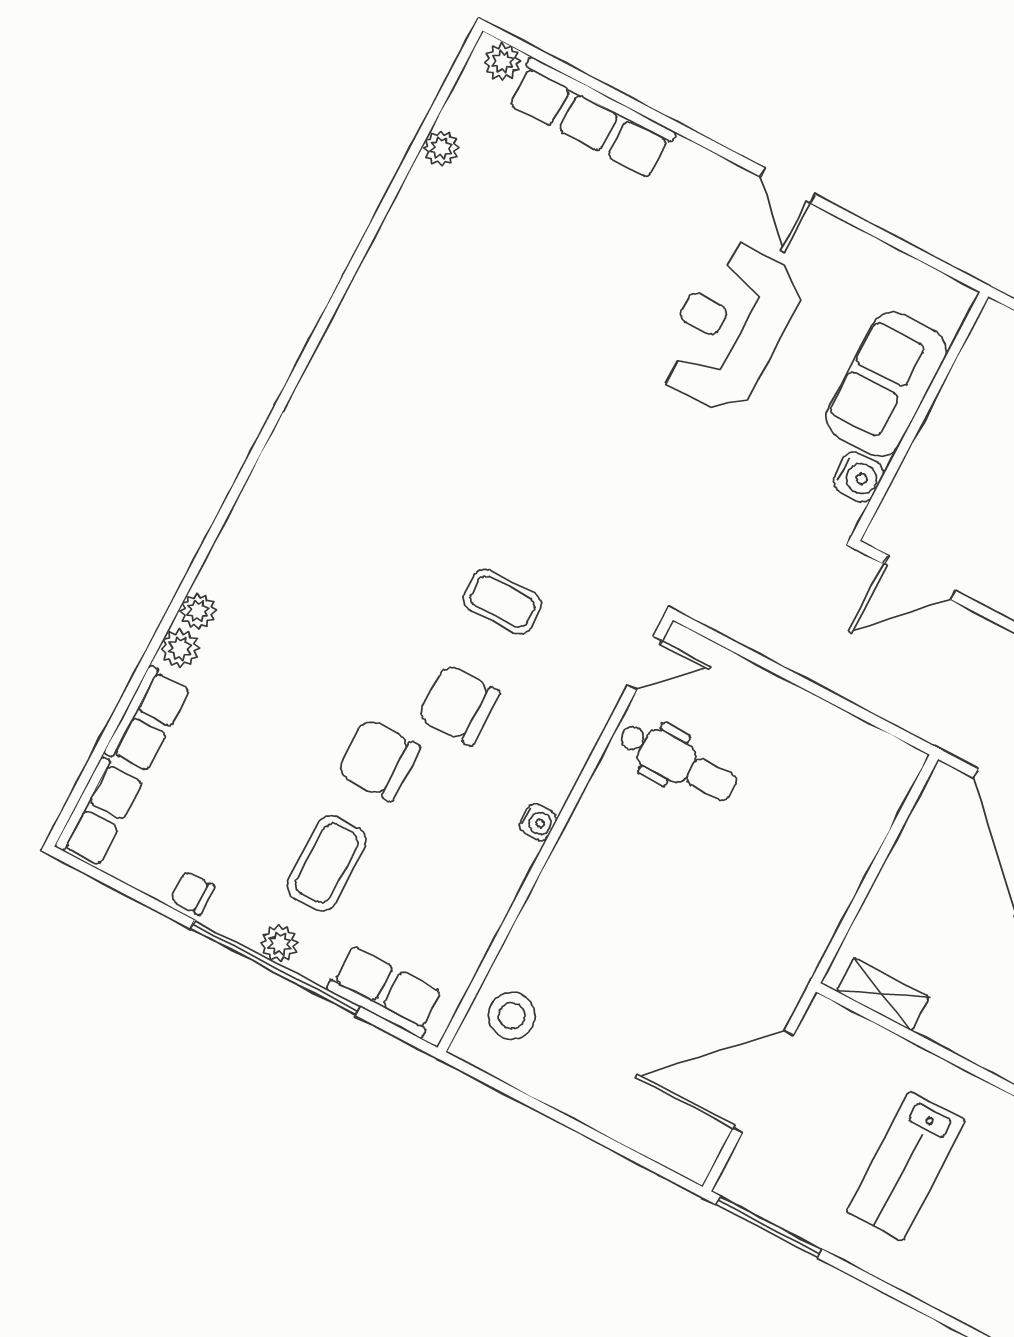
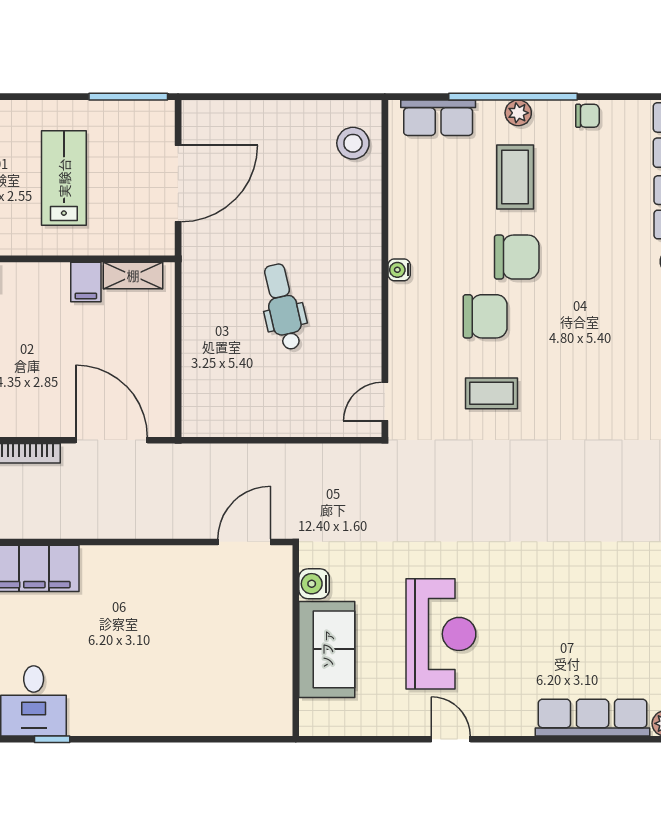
dental chair: (678, 762) -> (283, 307), moved, turned 77
filing cabinet: (948, 1018) -> (86, 282), added

